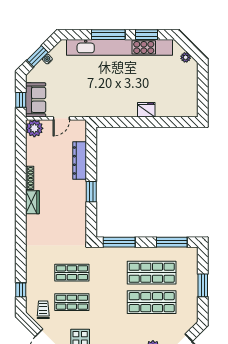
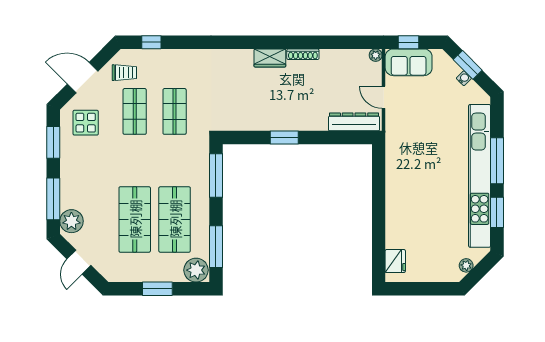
fridge: (146, 110) -> (395, 261), moved
plant: (34, 128) -> (376, 55), width x0.53, depth x0.53
dresser: (80, 160) -> (354, 122), moved
plant: (189, 257) -> (196, 270), added

